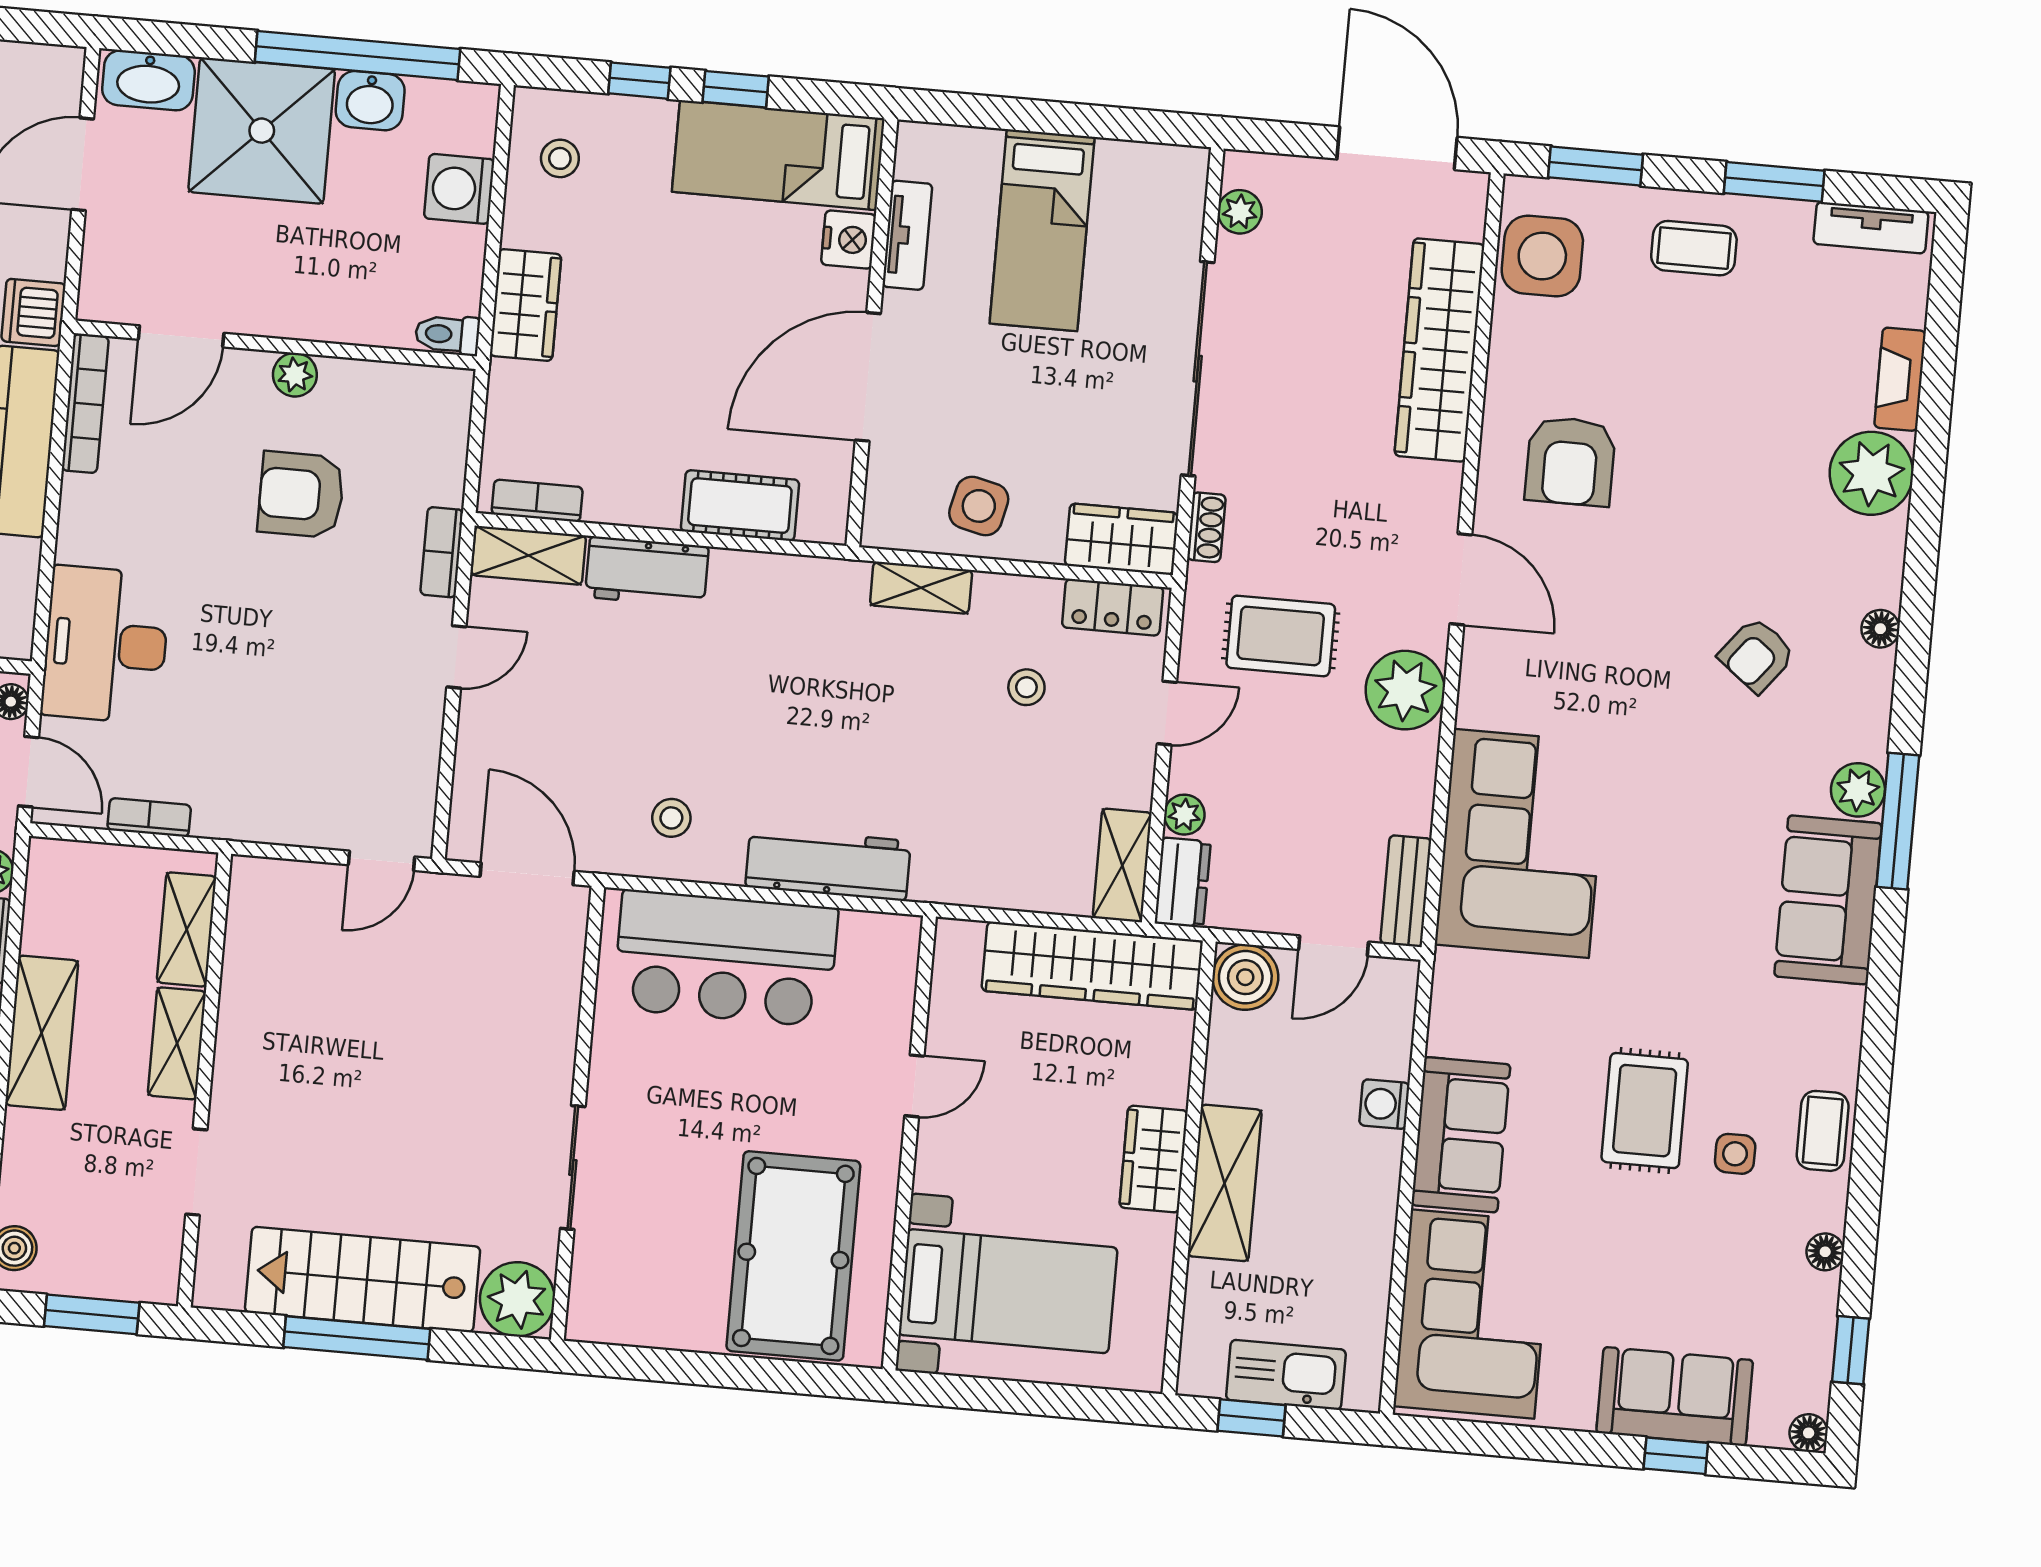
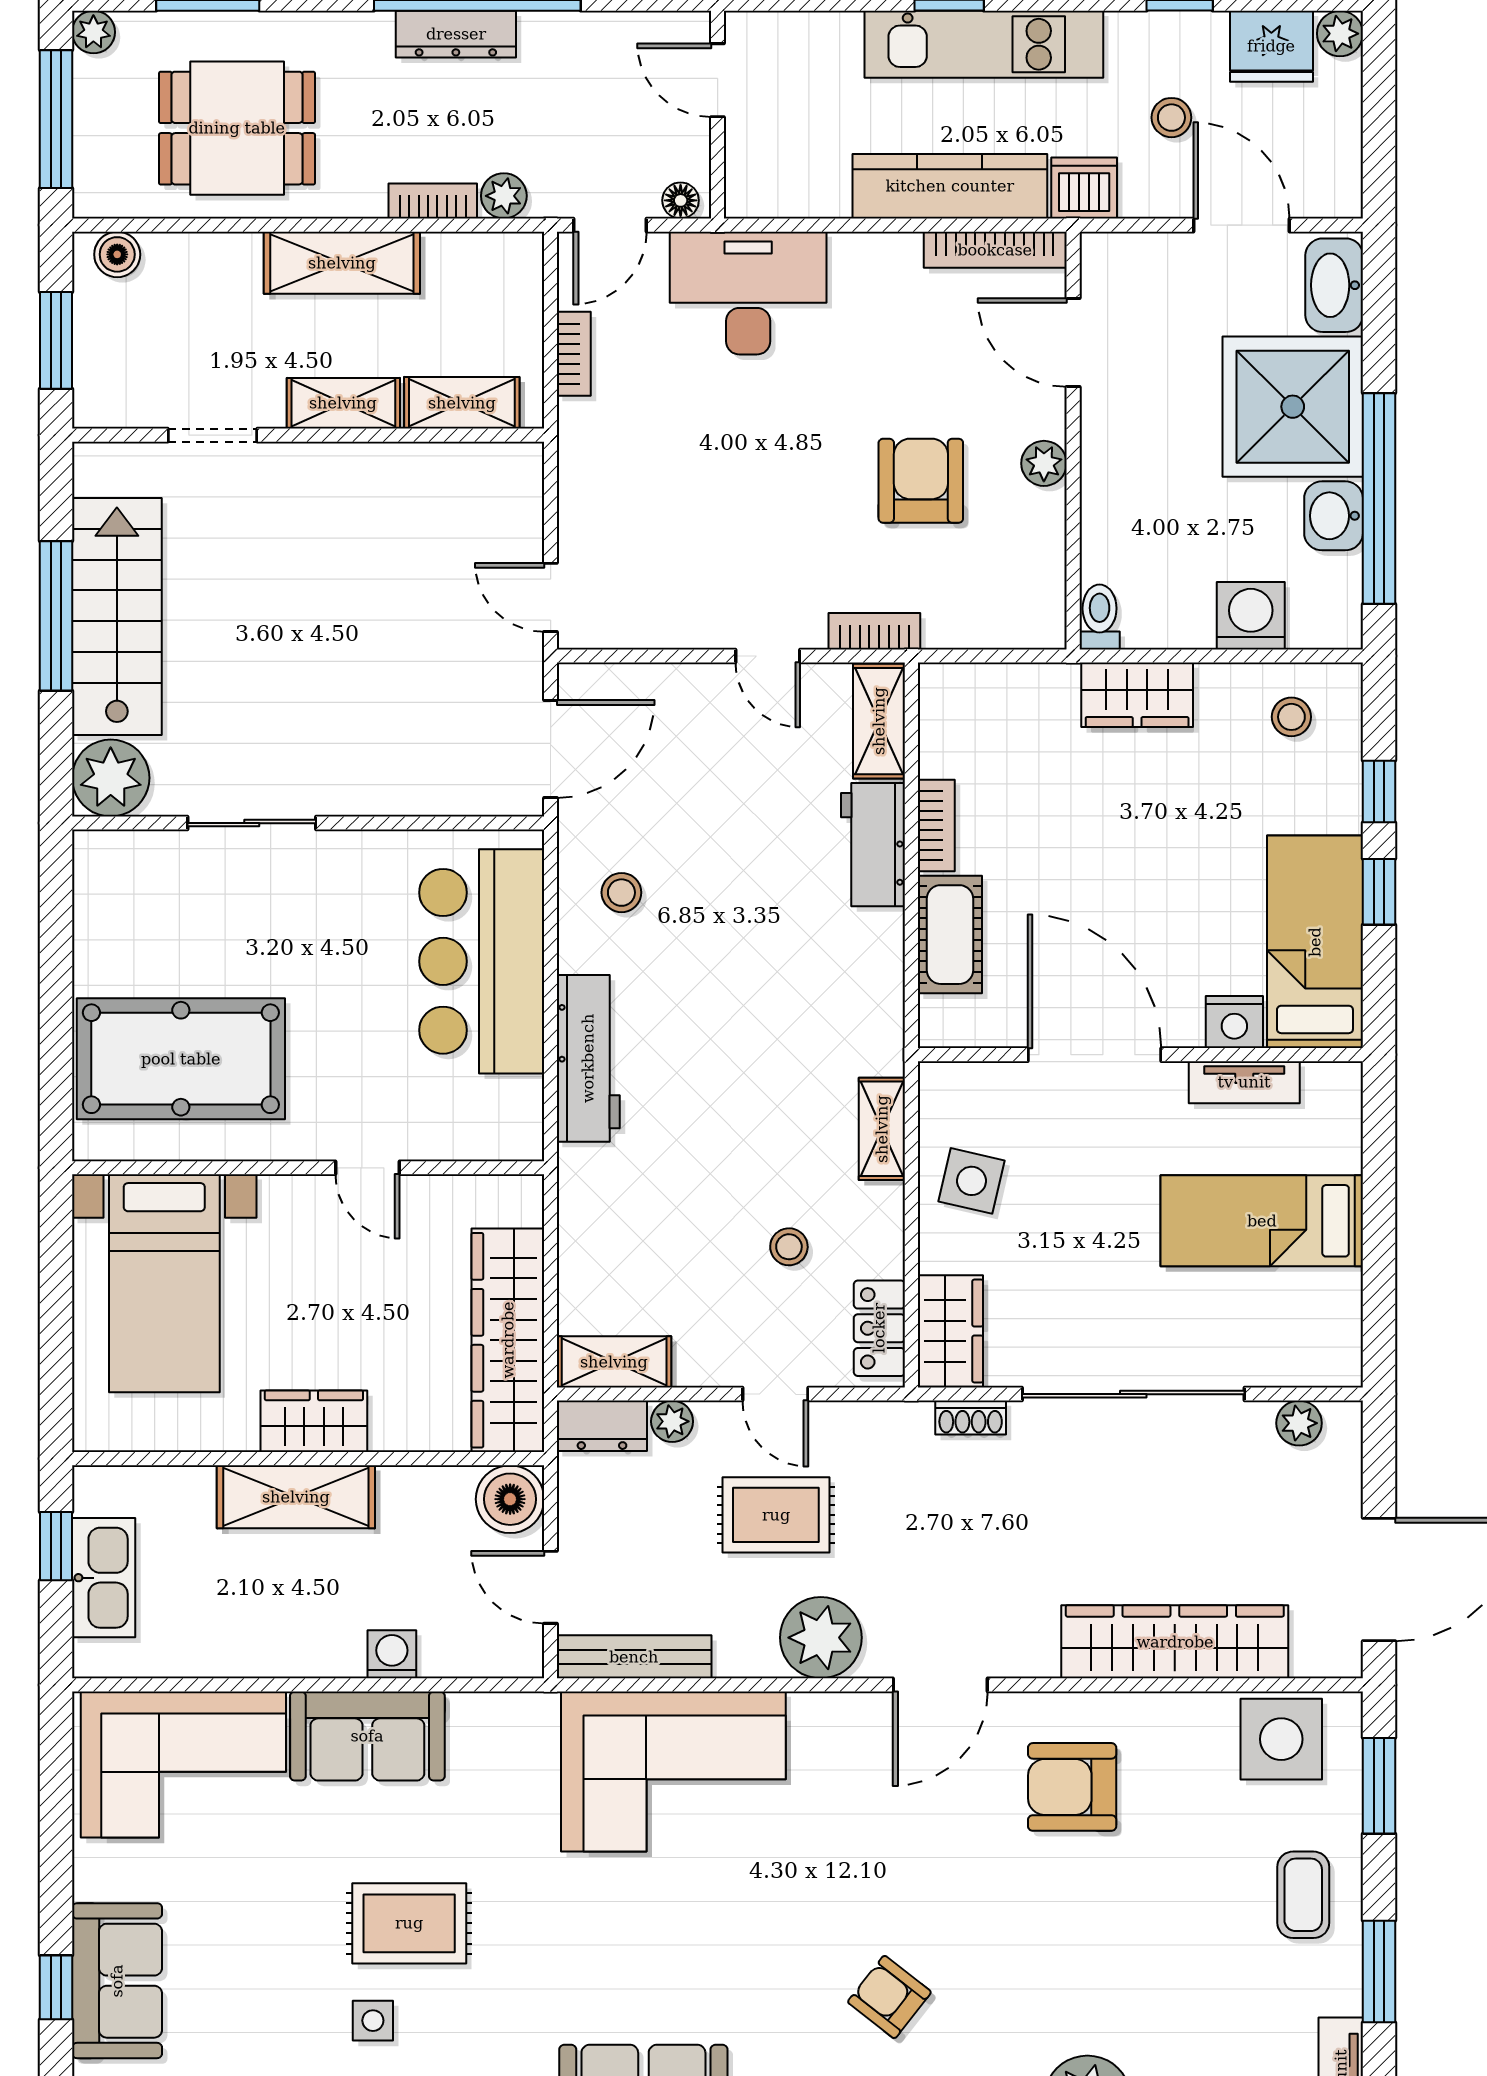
bookcase: (537, 501) -> (936, 825), moved
rug: (1281, 636) -> (776, 1515), moved, turned 90
bench: (1406, 891) -> (634, 1657), width x1.36

